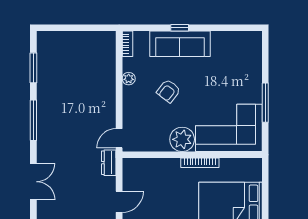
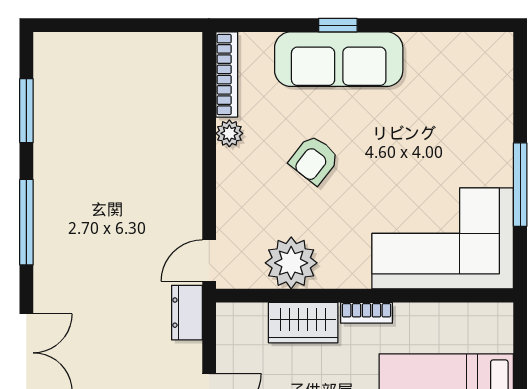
bookcase: (127, 44) -> (227, 74), width x1.56
plant: (182, 139) -> (291, 263), moved
bookcase: (200, 163) -> (367, 313), width x0.64
wardrobe: (163, 167) -> (303, 323), added

